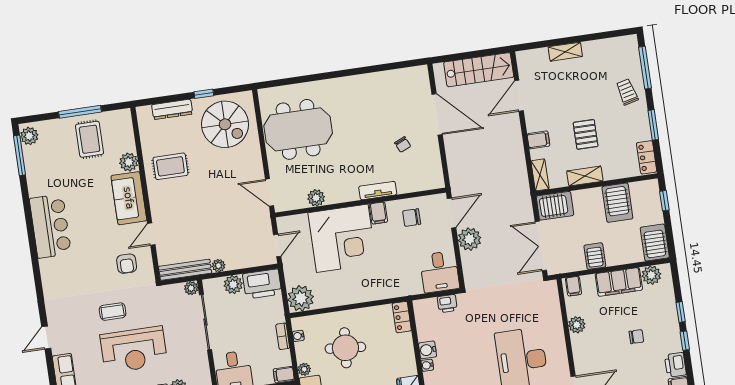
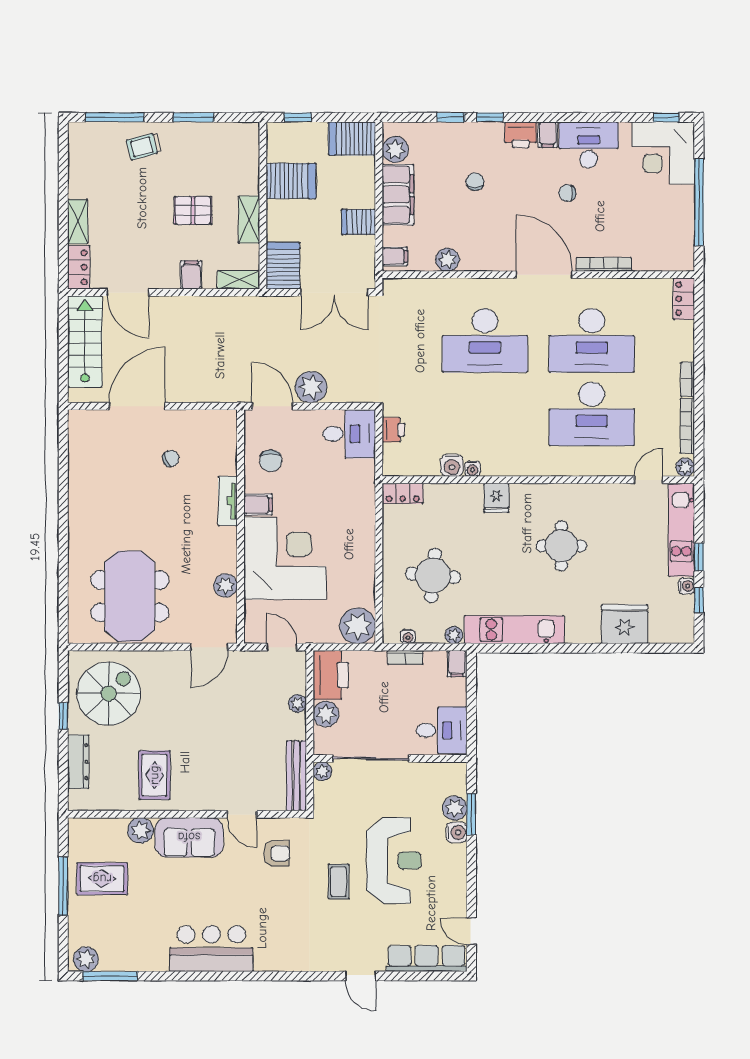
locker: (647, 157) -> (79, 267), moved, turned -90
plant: (219, 266) -> (297, 703), moved

